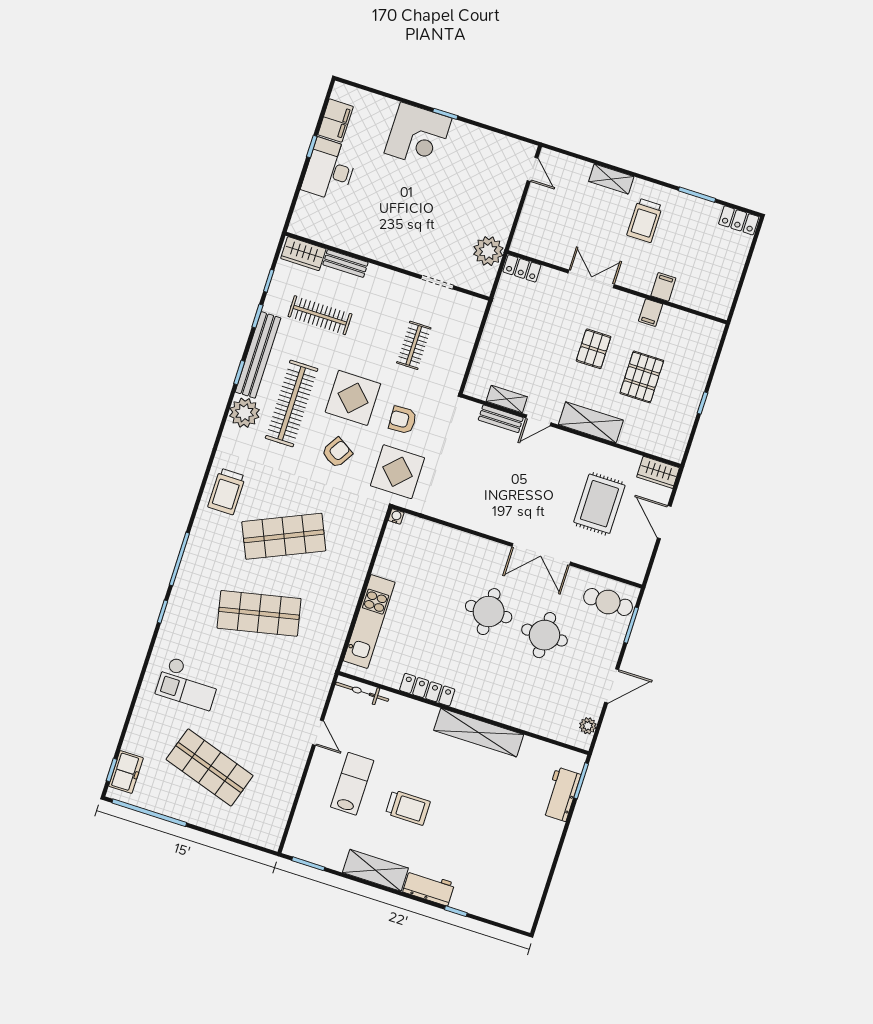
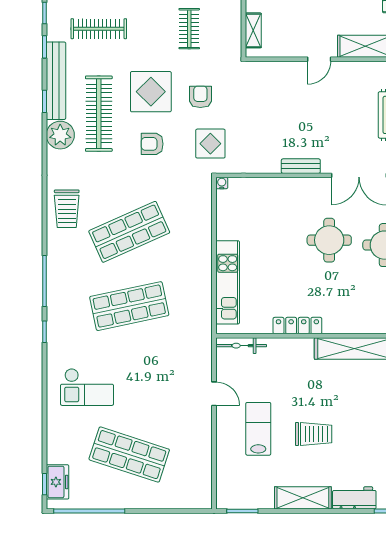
shelving: (507, 399) -> (253, 30), moved, turned 90
bench: (501, 419) -> (301, 166), moved
armchair: (403, 420) -> (200, 97), turned 93
armchair: (337, 453) -> (152, 144), turned -122
display table: (397, 472) -> (210, 144), width x0.73, depth x0.73

